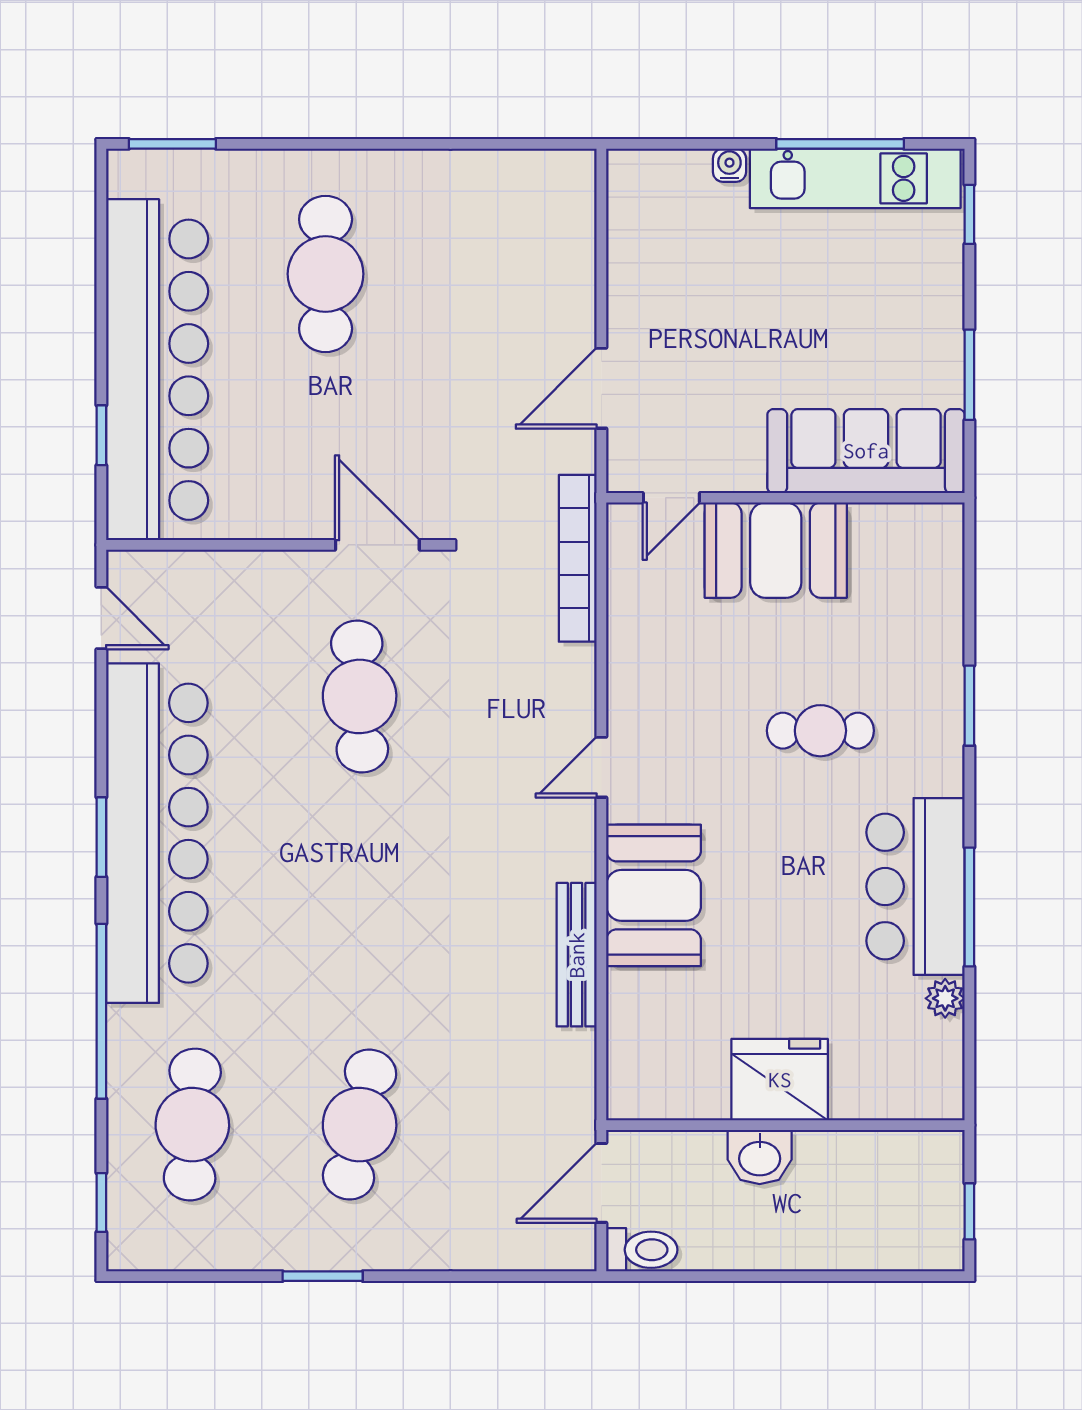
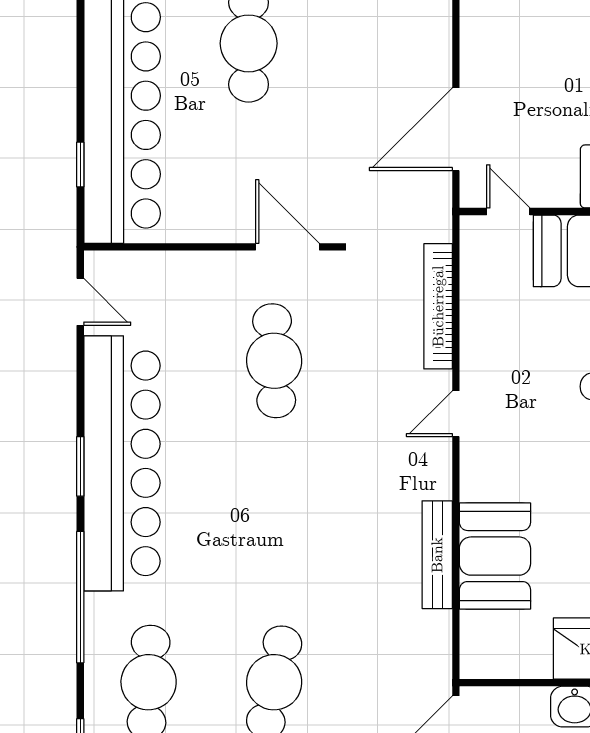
door: (601, 388) -> (456, 129), width x1.36
door: (671, 498) -> (508, 211), swing flipped
bookcase: (578, 558) -> (438, 306), moved
booth: (654, 895) -> (495, 556), moved

